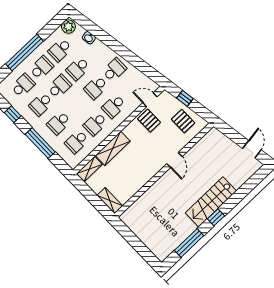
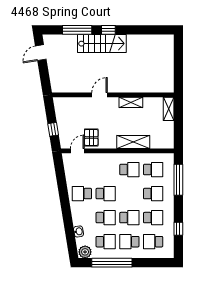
window: (24, 52) -> (112, 263), moved
school desk: (59, 86) -> (129, 218), turned 180
door: (150, 100) -> (77, 151), swing flipped
school desk: (114, 106) -> (106, 170), removed
pallet: (183, 121) -> (69, 115), removed
window: (40, 143) -> (178, 180), moved
shelving: (89, 169) -> (131, 102), moved
window: (189, 243) -> (77, 30), moved

